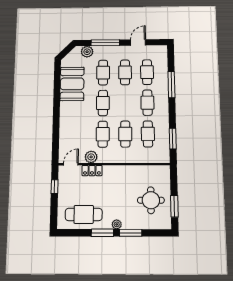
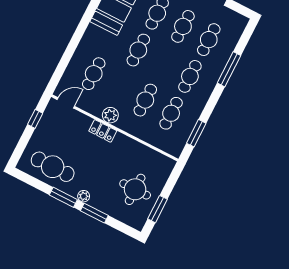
cafe table: (103, 134) -> (94, 74), moved
plant: (91, 157) -> (110, 115), moved
locker: (92, 171) -> (103, 131), moved

